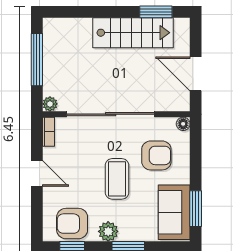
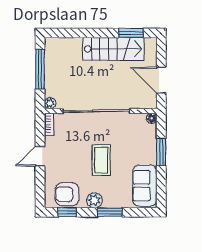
armchair: (156, 155) -> (131, 142), removed
door: (37, 174) -> (40, 156), swing flipped
window: (196, 209) -> (161, 152), moved

